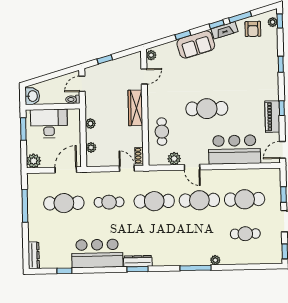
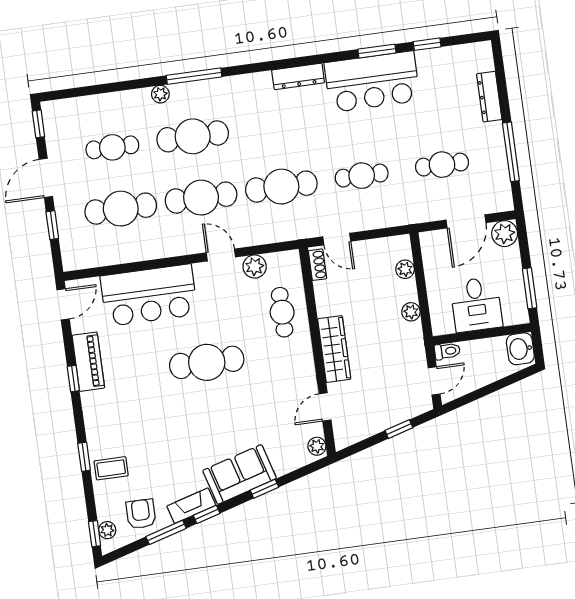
coffee table: (267, 56) -> (111, 468), added
desk: (49, 124) -> (476, 304), width x0.73
door: (66, 170) -> (466, 221), moved
cafe table: (64, 203) -> (442, 165), width x0.73, depth x0.74
cafe table: (200, 235) -> (193, 136), added
dresser: (34, 255) -> (489, 97), moved
window: (137, 269) -> (377, 51), moved

